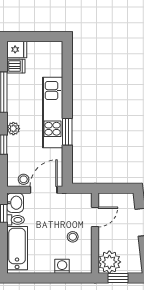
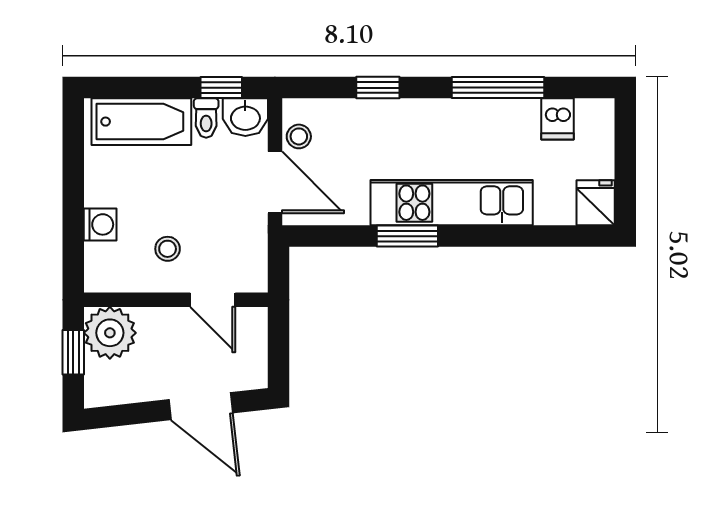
fridge: (17, 49) -> (596, 203), moved, turned 180
plant: (13, 129) -> (415, 113), removed

